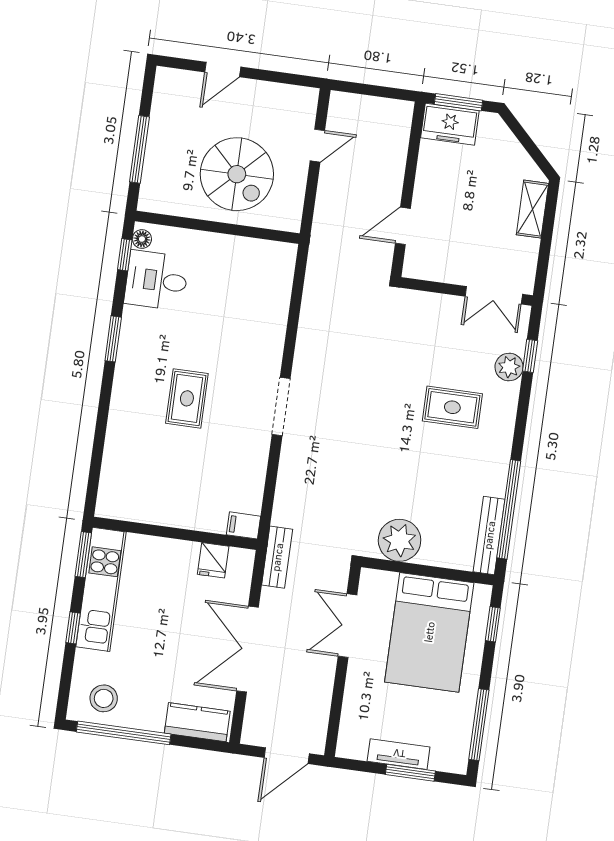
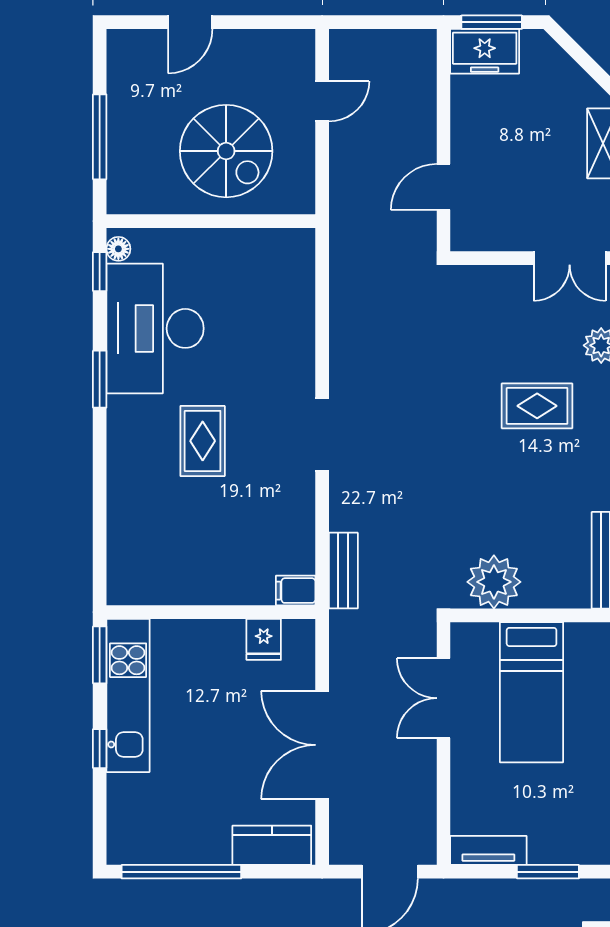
desk: (156, 280) -> (155, 328), width x1.87, depth x1.30
bench: (277, 557) -> (343, 571), moved
bed: (429, 632) -> (532, 692), width x0.67
stool: (104, 698) -> (150, 832), removed
tv unit: (399, 754) -> (488, 850), moved

